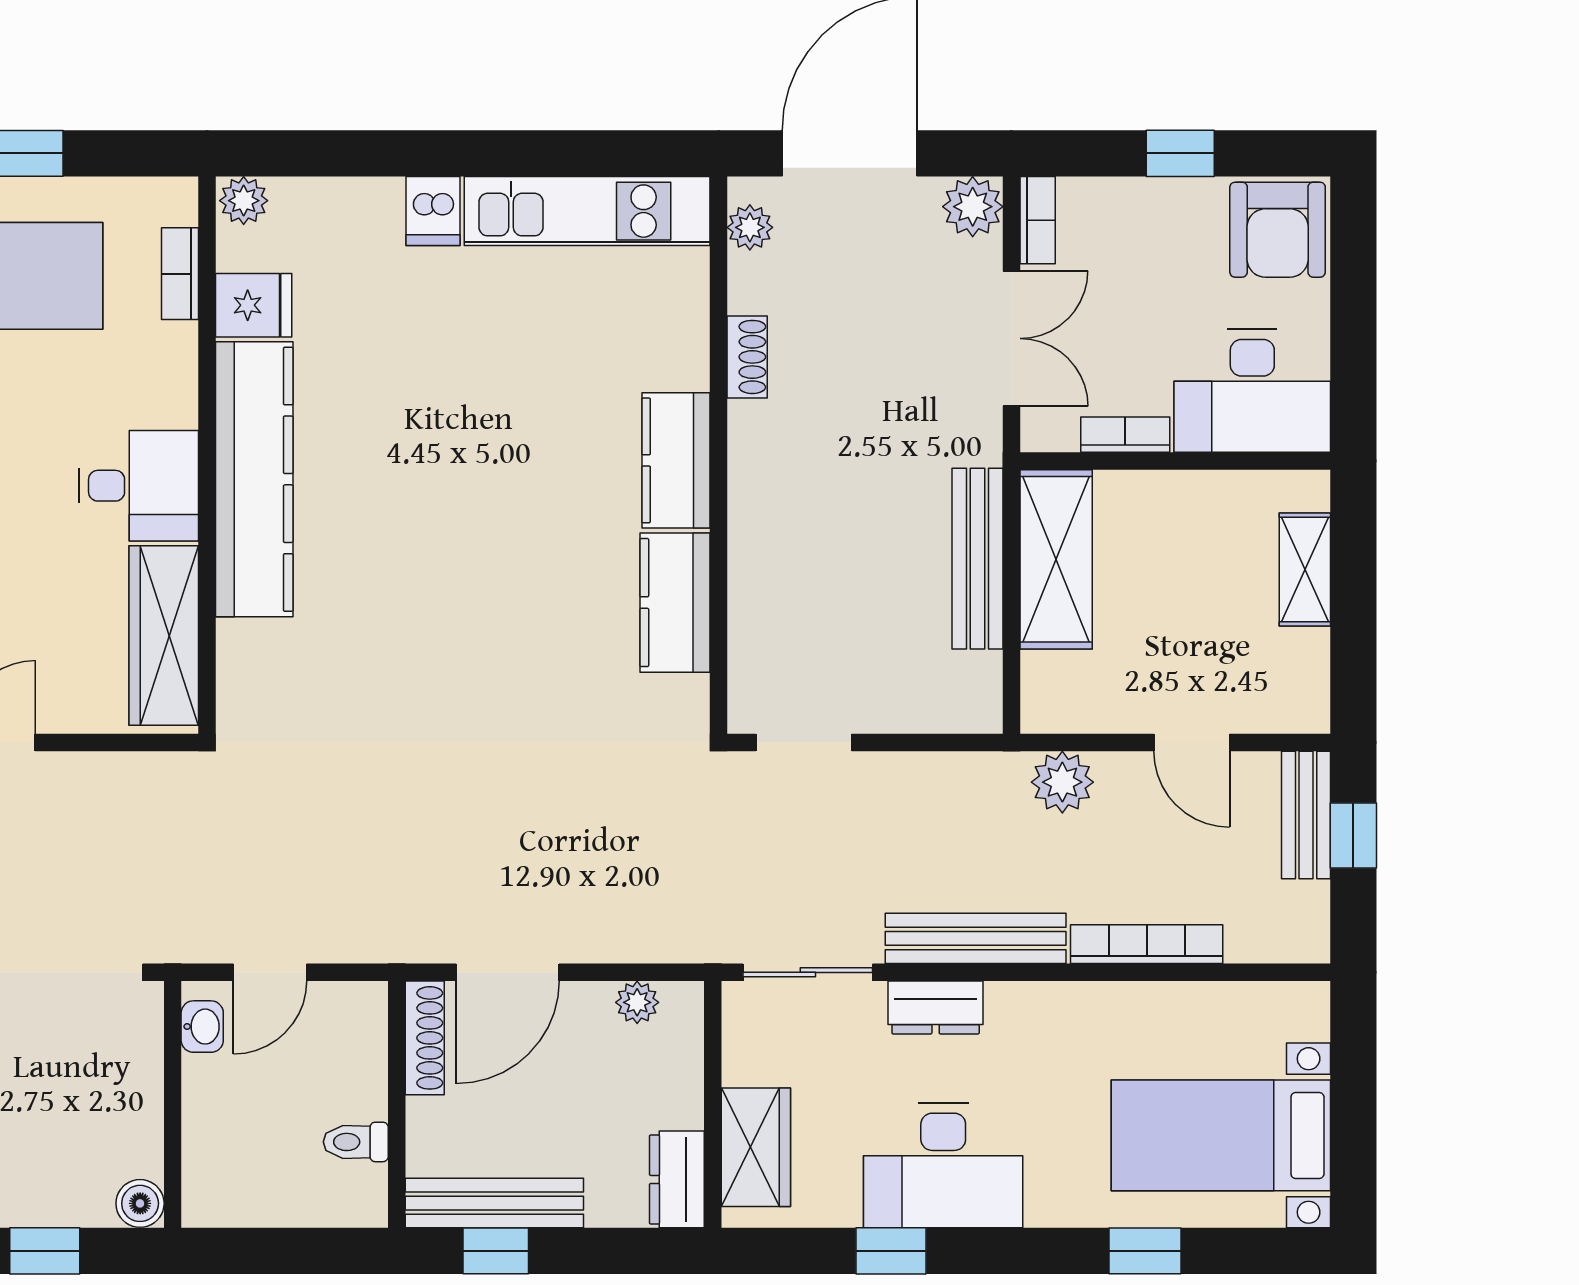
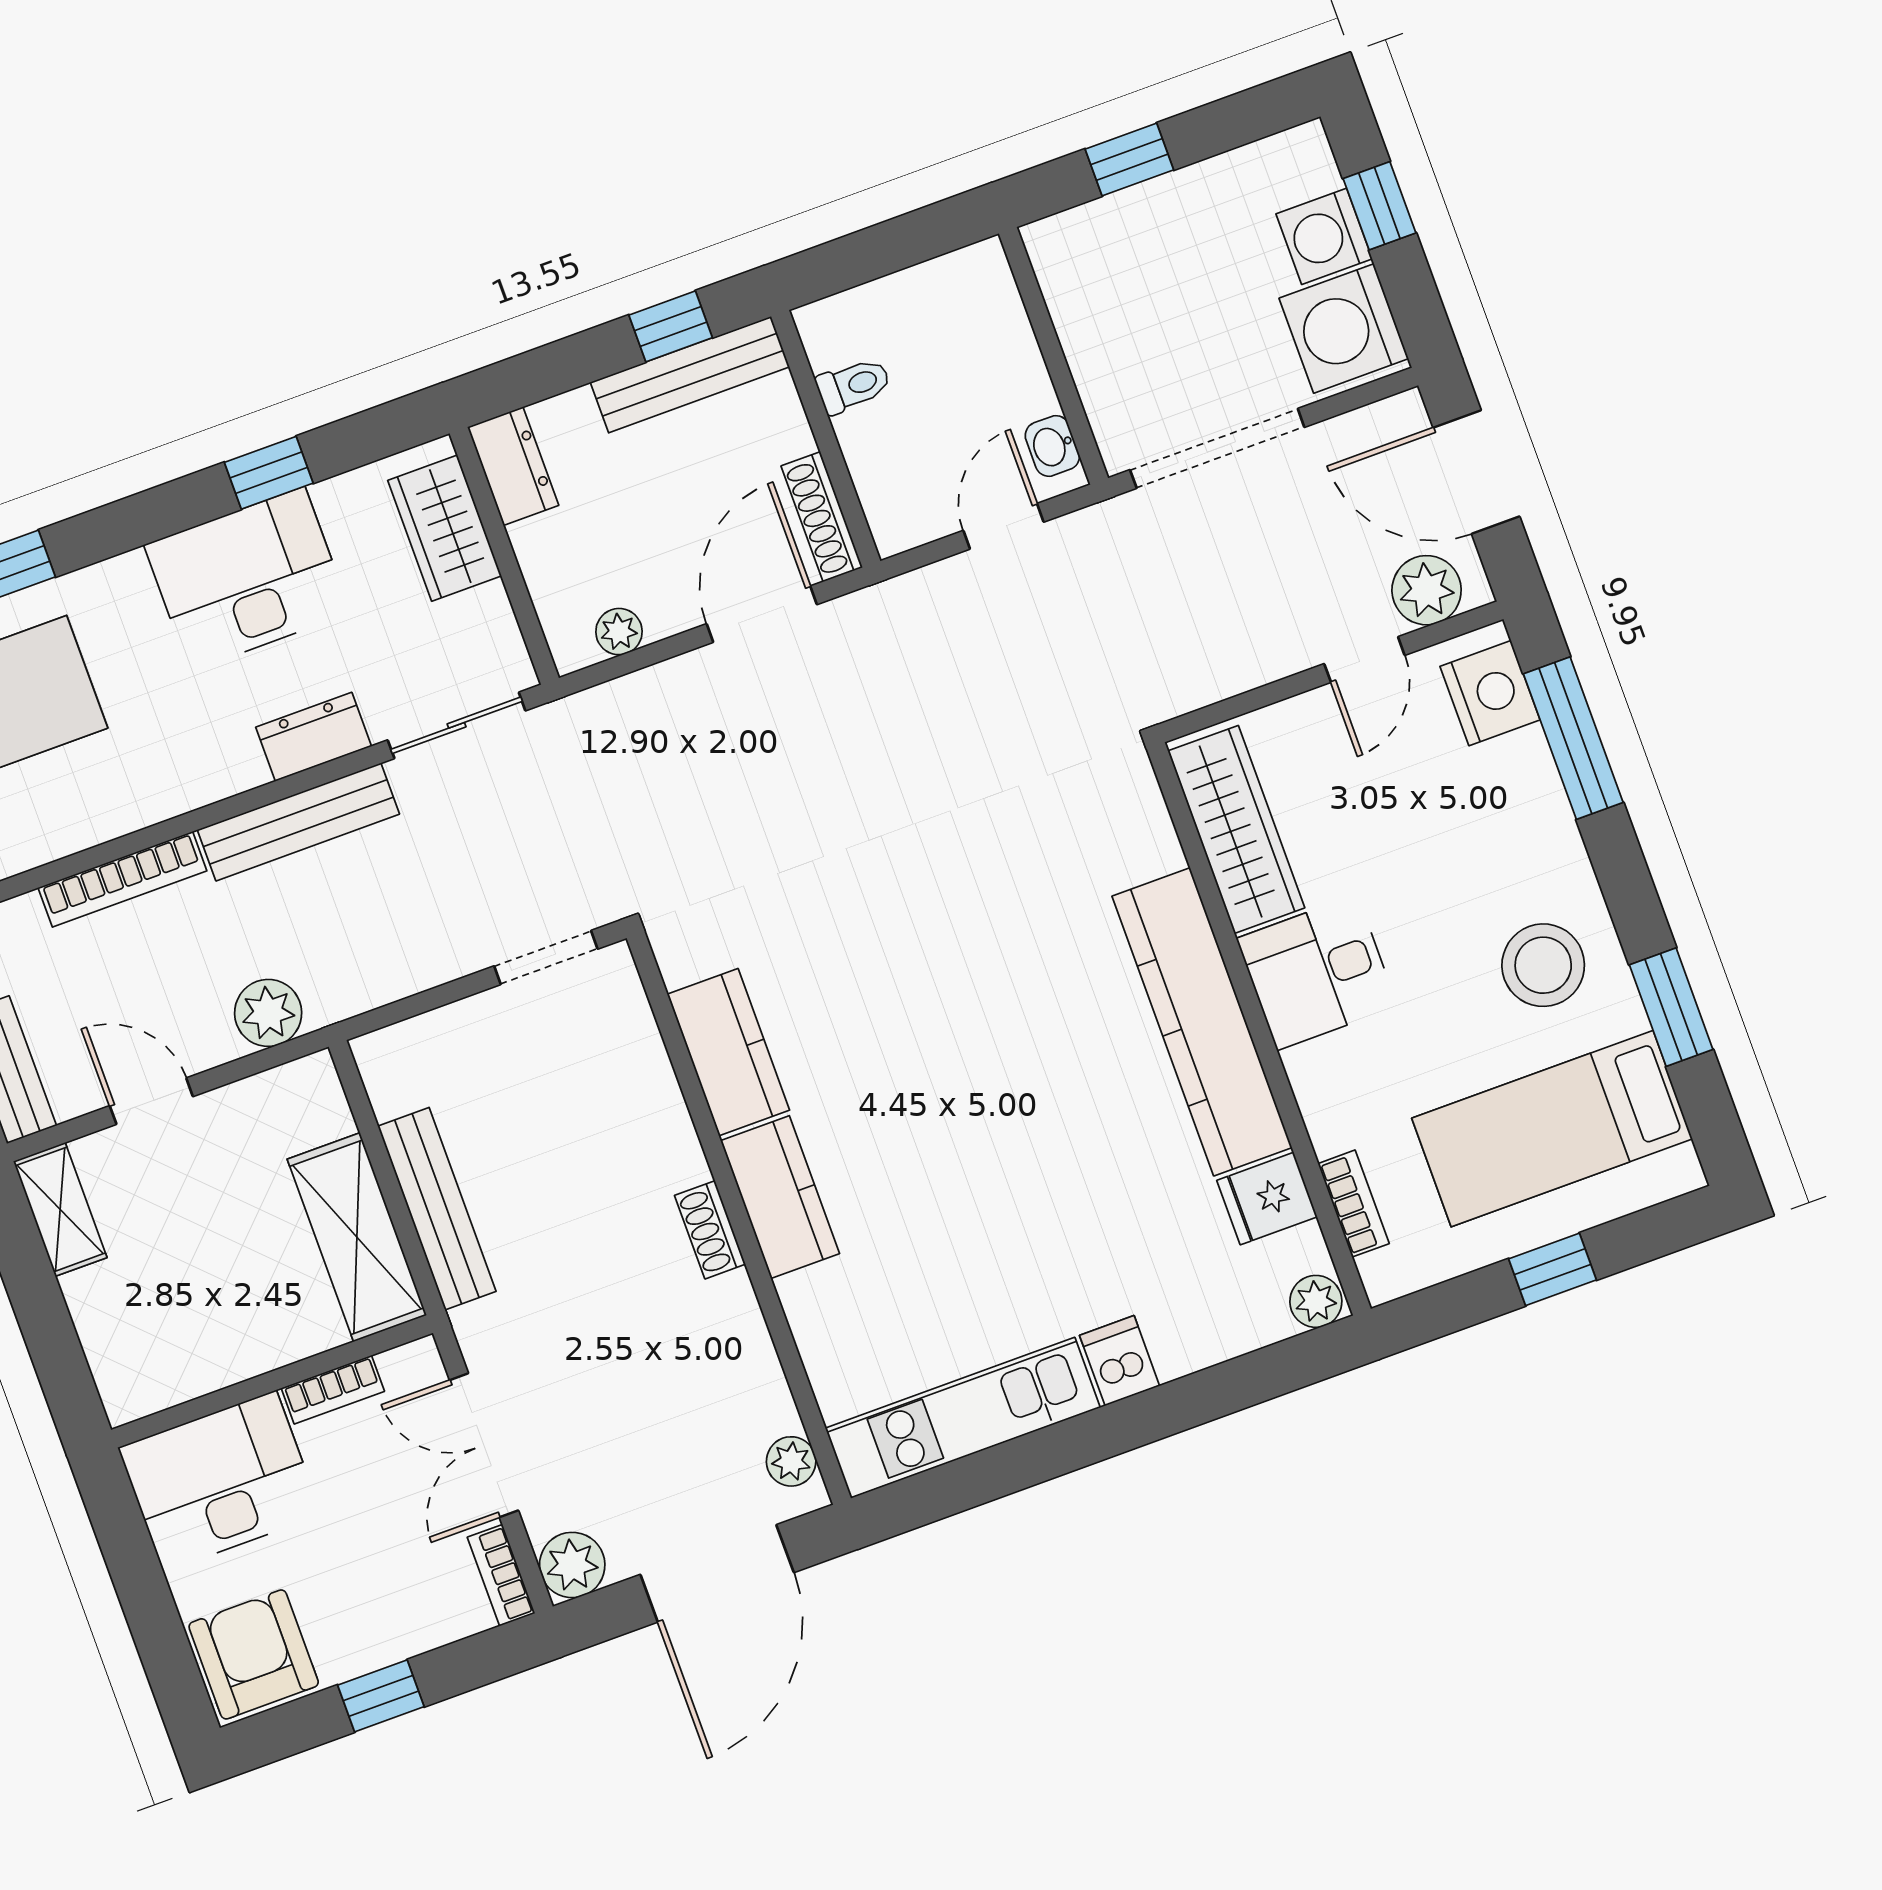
shoe rack: (747, 357) -> (710, 1230), moved
shelving: (1305, 570) -> (60, 1209), moved
boiler: (140, 1203) -> (1050, 243), removed

